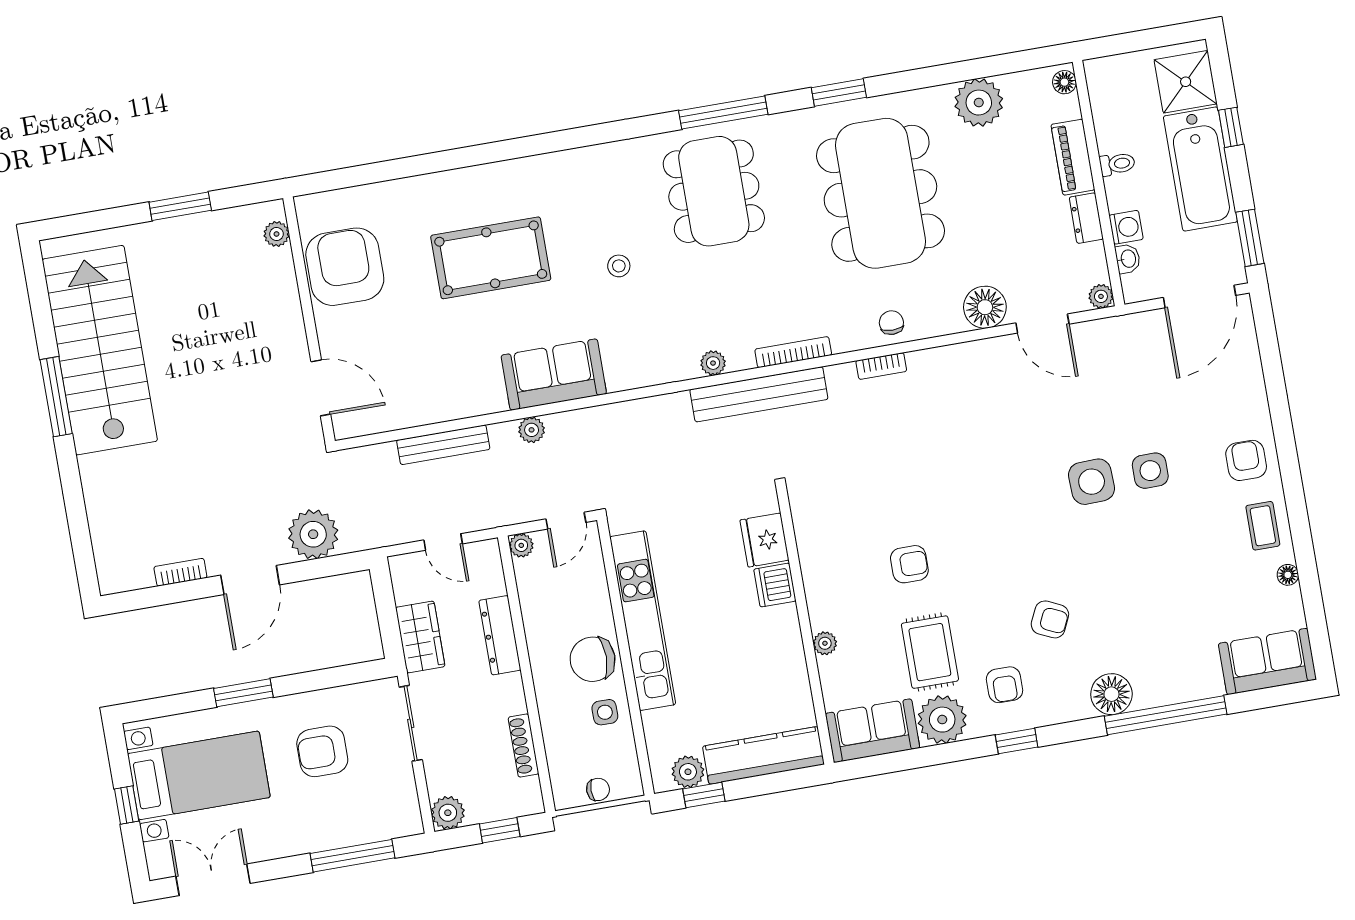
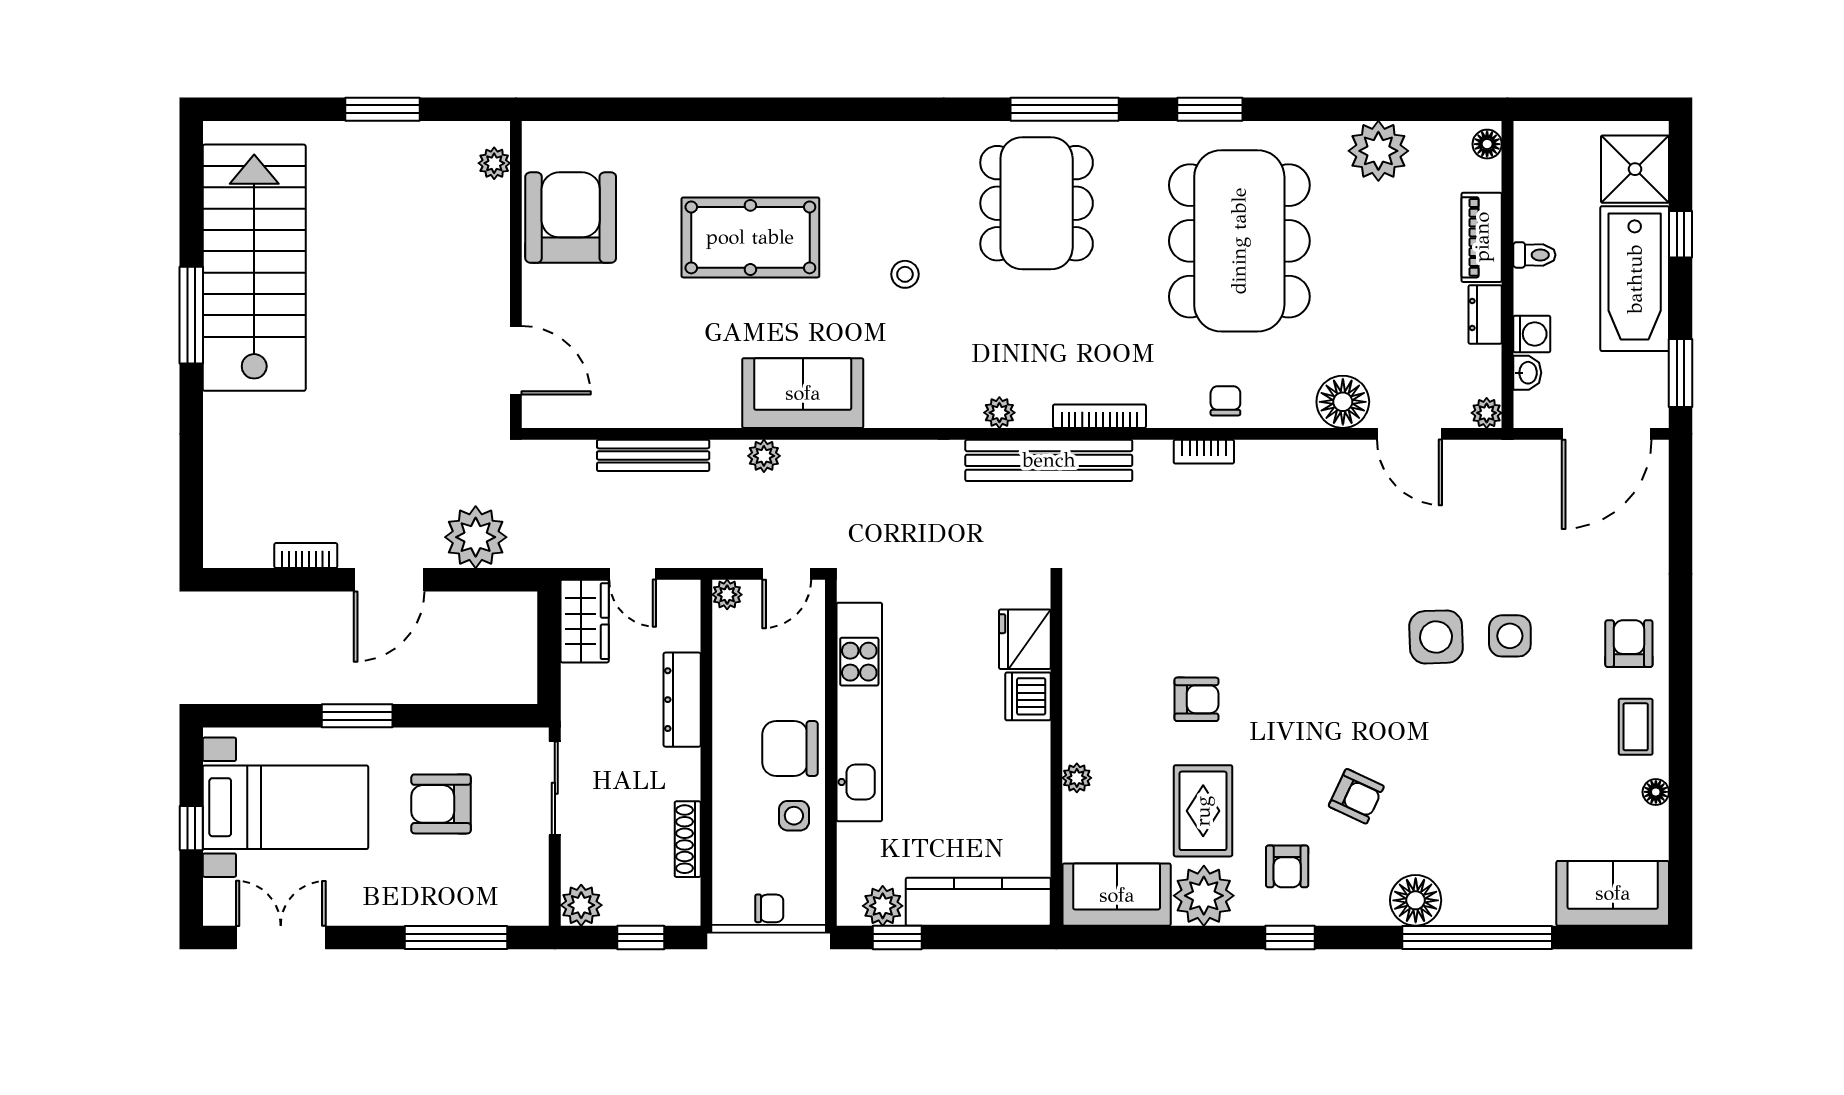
wardrobe: (420, 637) -> (585, 621), moved

